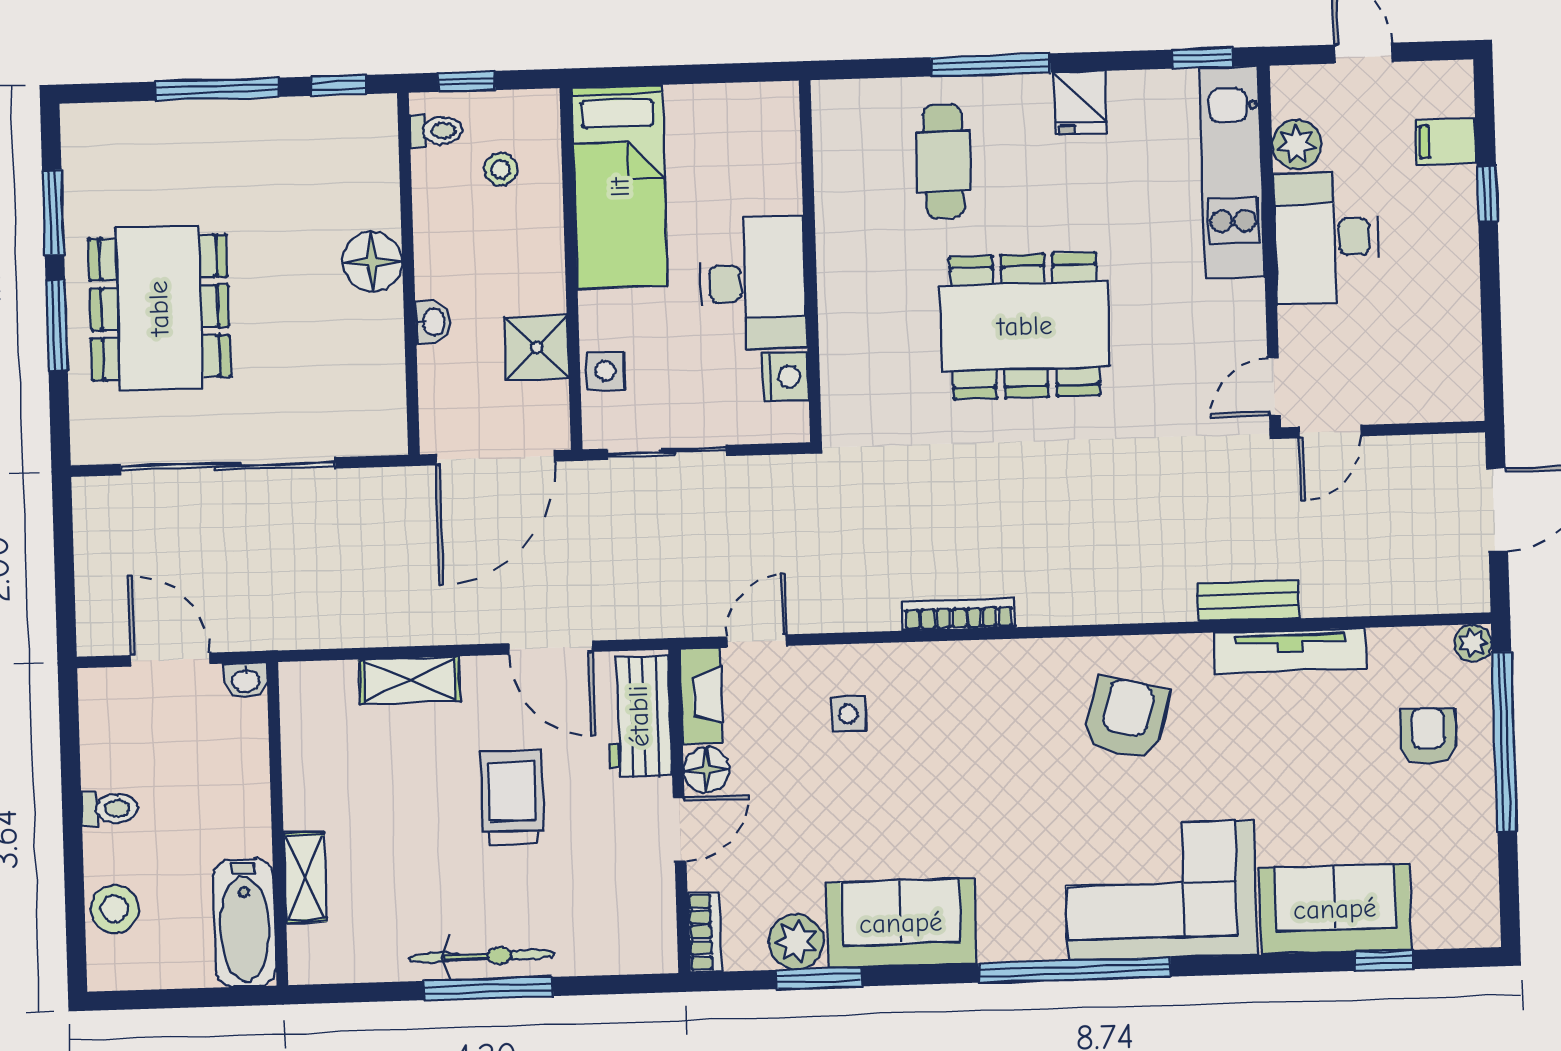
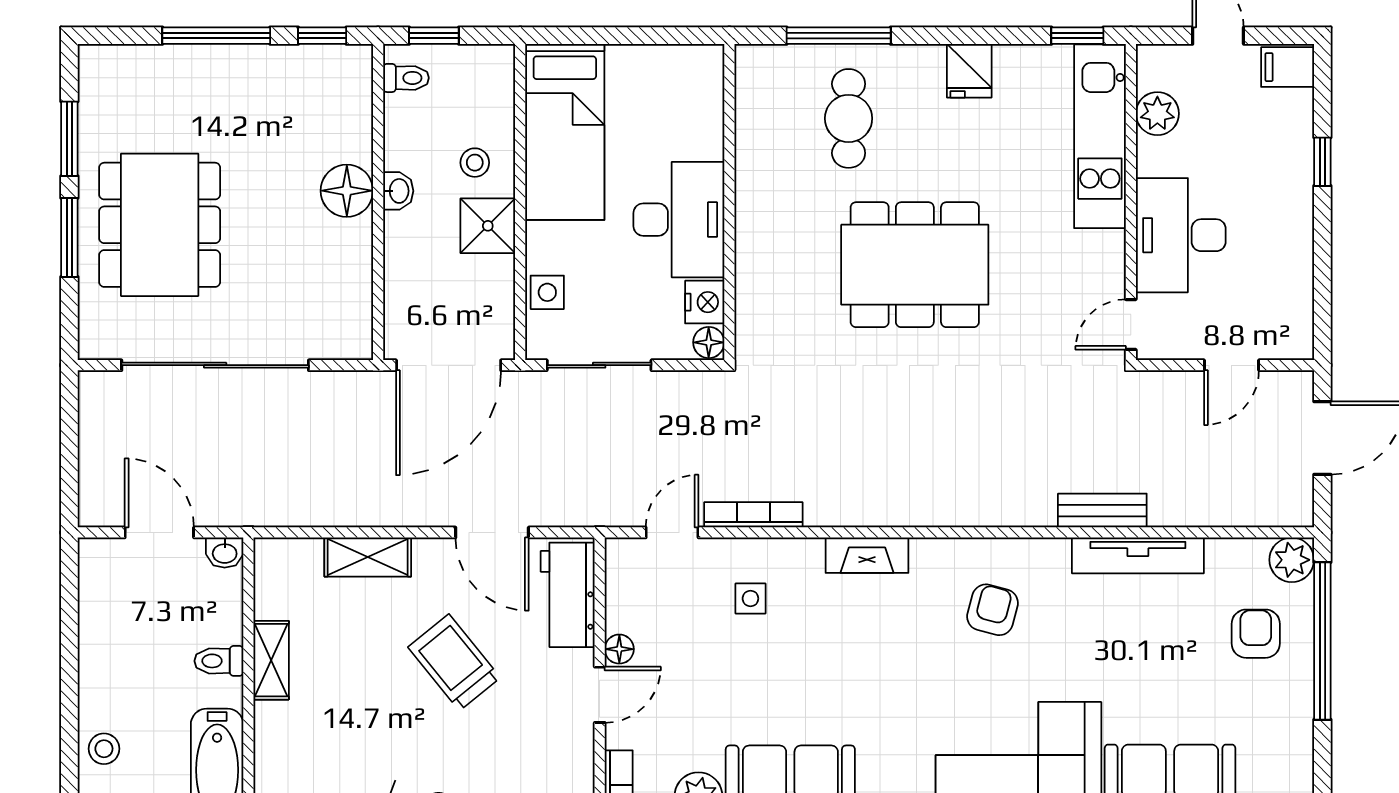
window: (991, 65) -> (839, 36), moved
filing cabinet: (1446, 141) -> (1288, 67), moved
stool: (501, 169) -> (475, 163), moved
desk: (1326, 237) -> (1181, 235), moved
washbasin: (433, 322) -> (398, 191), moved
shower: (536, 347) -> (488, 226), moved
floor lamp: (792, 422) -> (709, 342), added
door: (1330, 432) -> (1231, 365), moved
bookcase: (959, 615) -> (753, 515), moved
plant: (1473, 643) -> (1292, 560), width x1.38, depth x1.38
fireplace: (702, 696) -> (867, 555), moved, turned 90
armchair: (1126, 718) -> (993, 610), width x0.72, depth x0.72
floor lamp: (706, 770) -> (619, 649), width x0.73, depth x0.73
trolley: (512, 798) -> (454, 662), turned -39
toilet: (109, 809) -> (219, 661), moved, turned 180
shelving: (305, 878) -> (271, 660), moved
stool: (115, 909) -> (104, 749), width x0.73, depth x0.73

